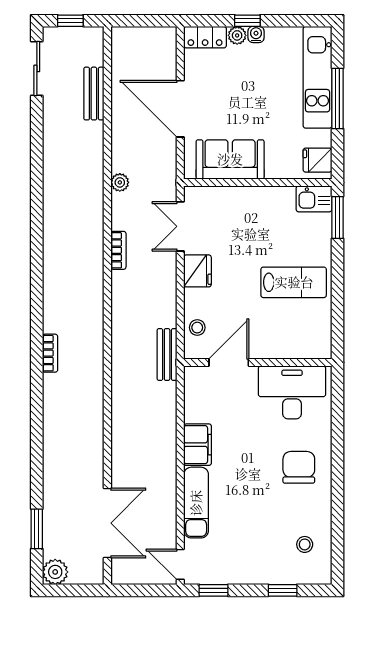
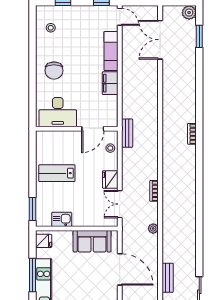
kitchen sink: (314, 199) -> (62, 219), moved
double door: (180, 226) -> (120, 204), swing flipped

